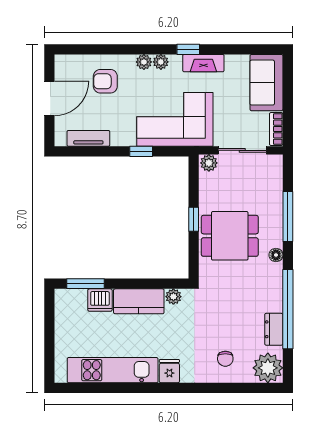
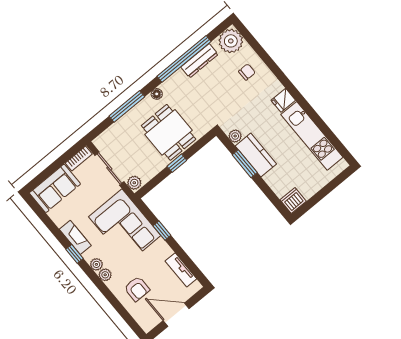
window: (85, 284) -> (245, 164), moved
dishwasher: (100, 300) -> (293, 201), moved, turned -90
dresser: (274, 329) -> (199, 61), width x1.44

